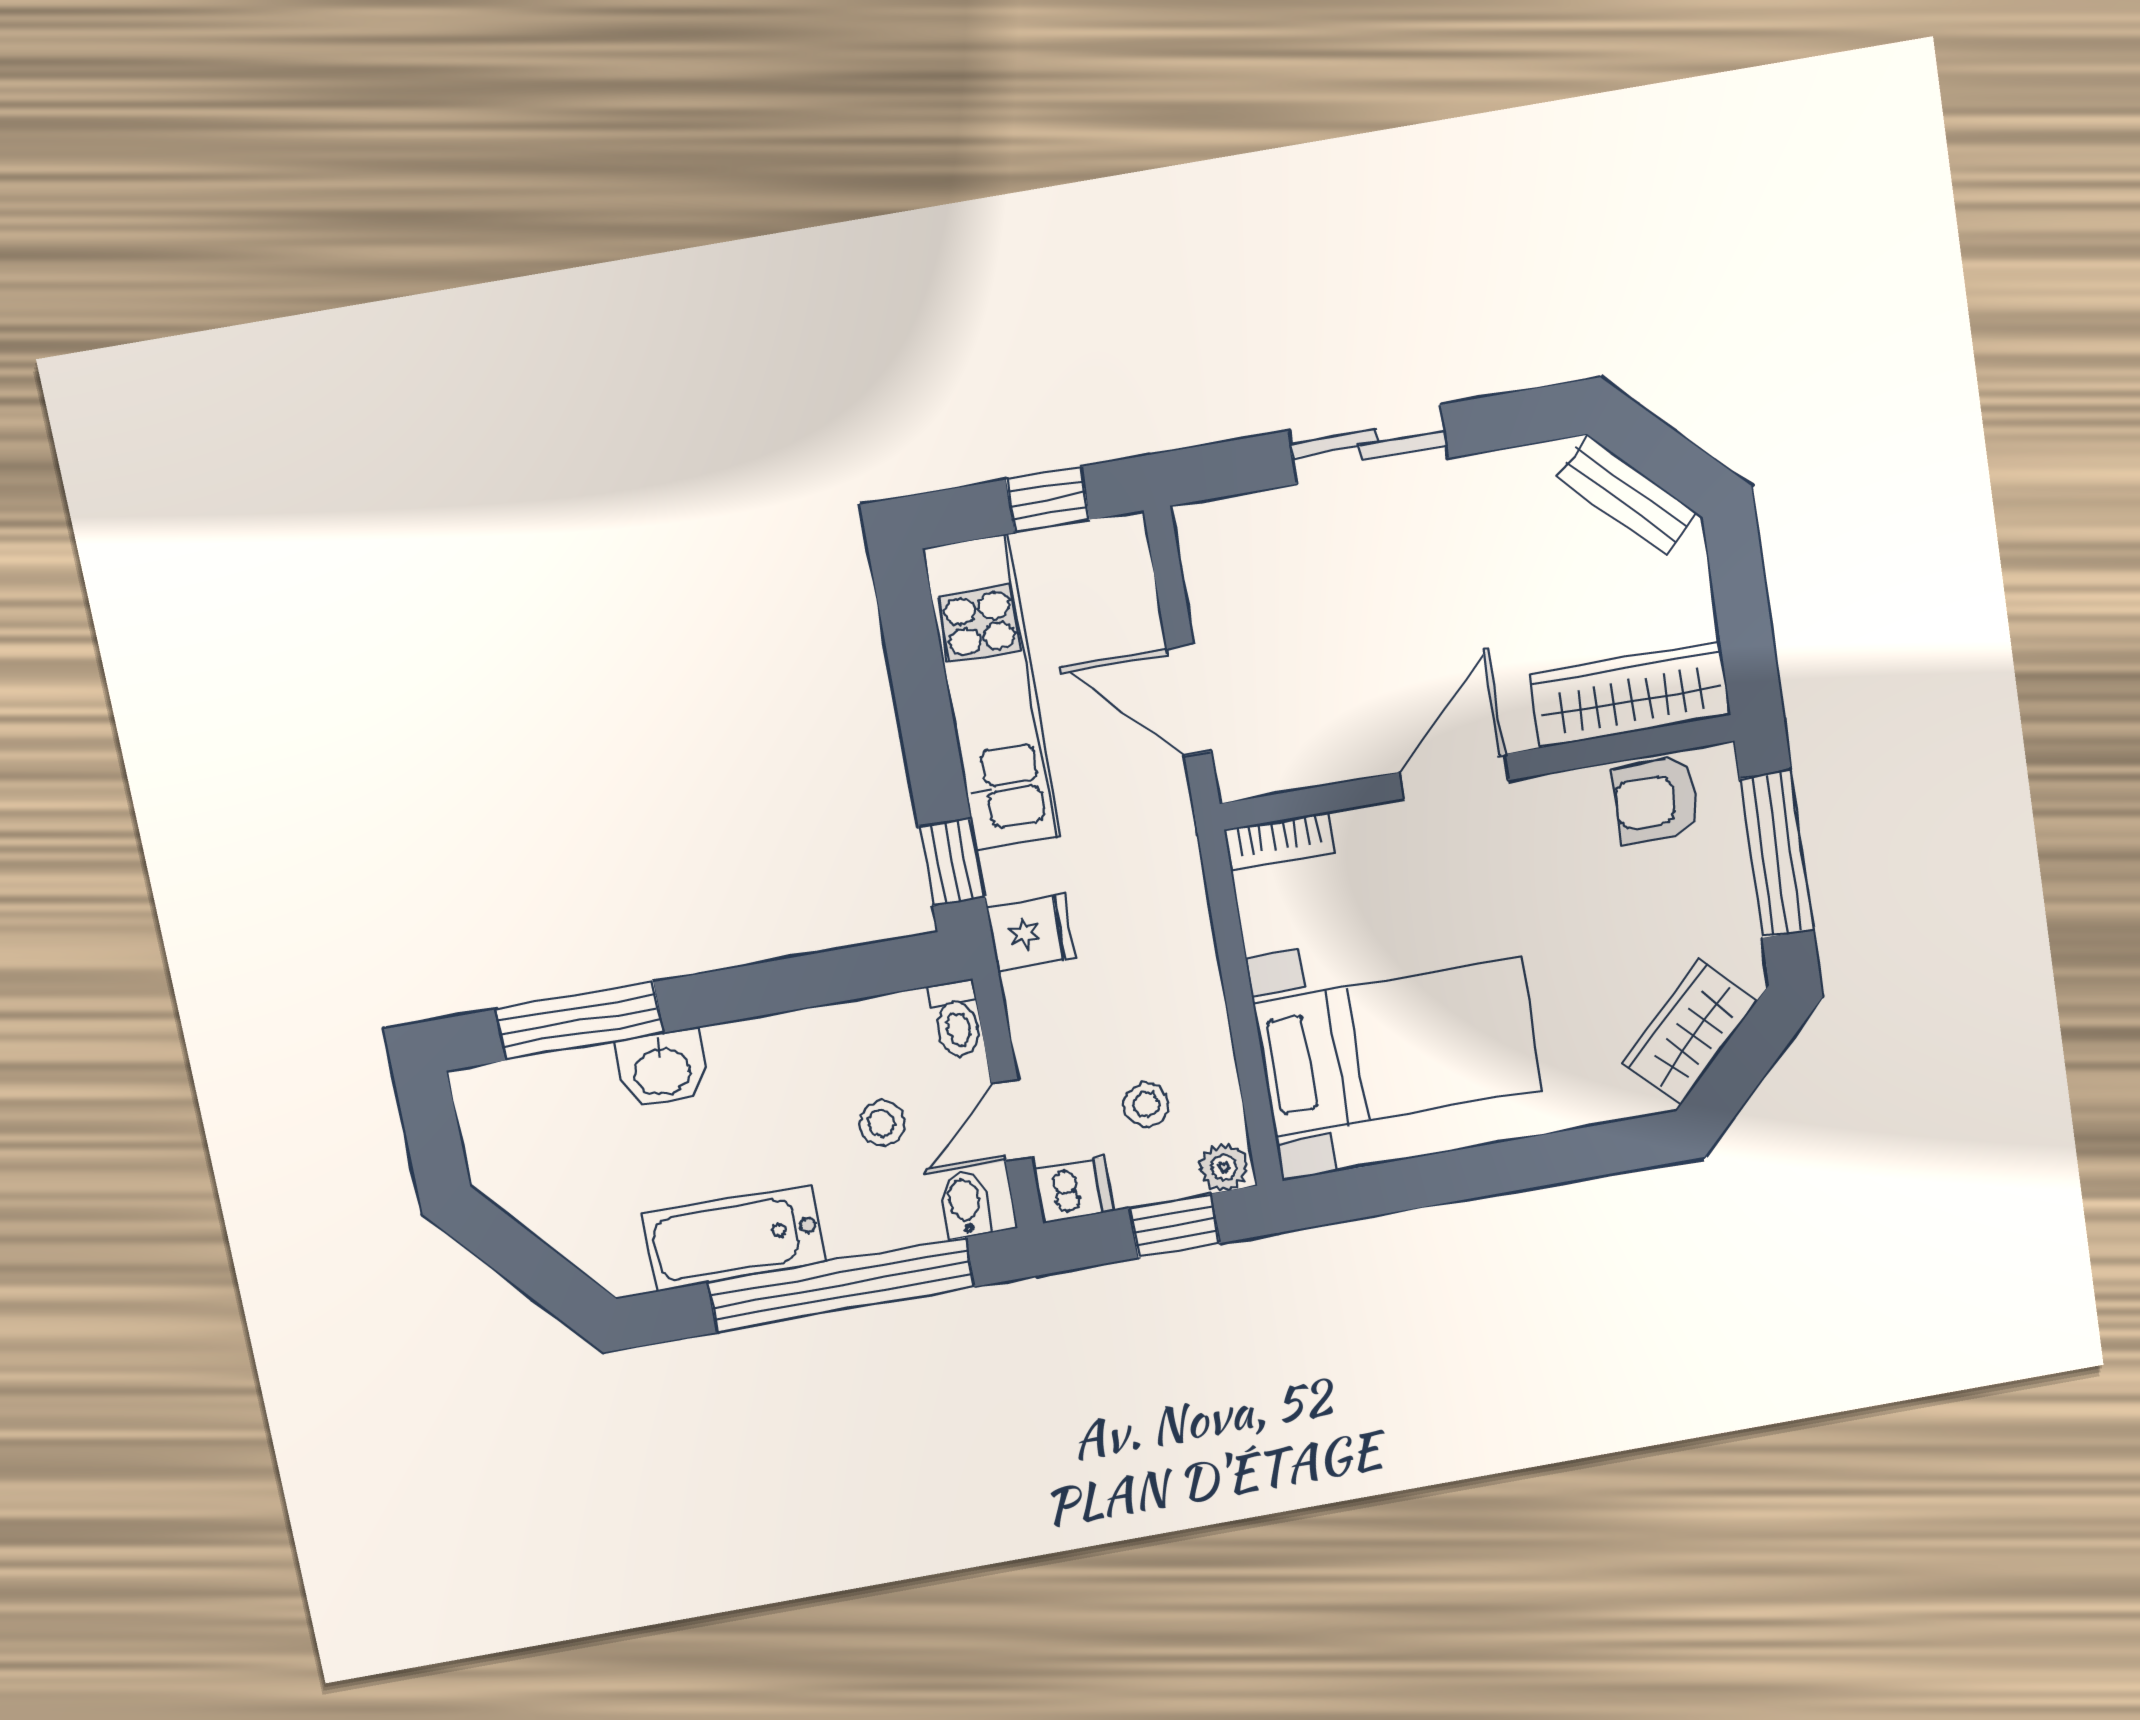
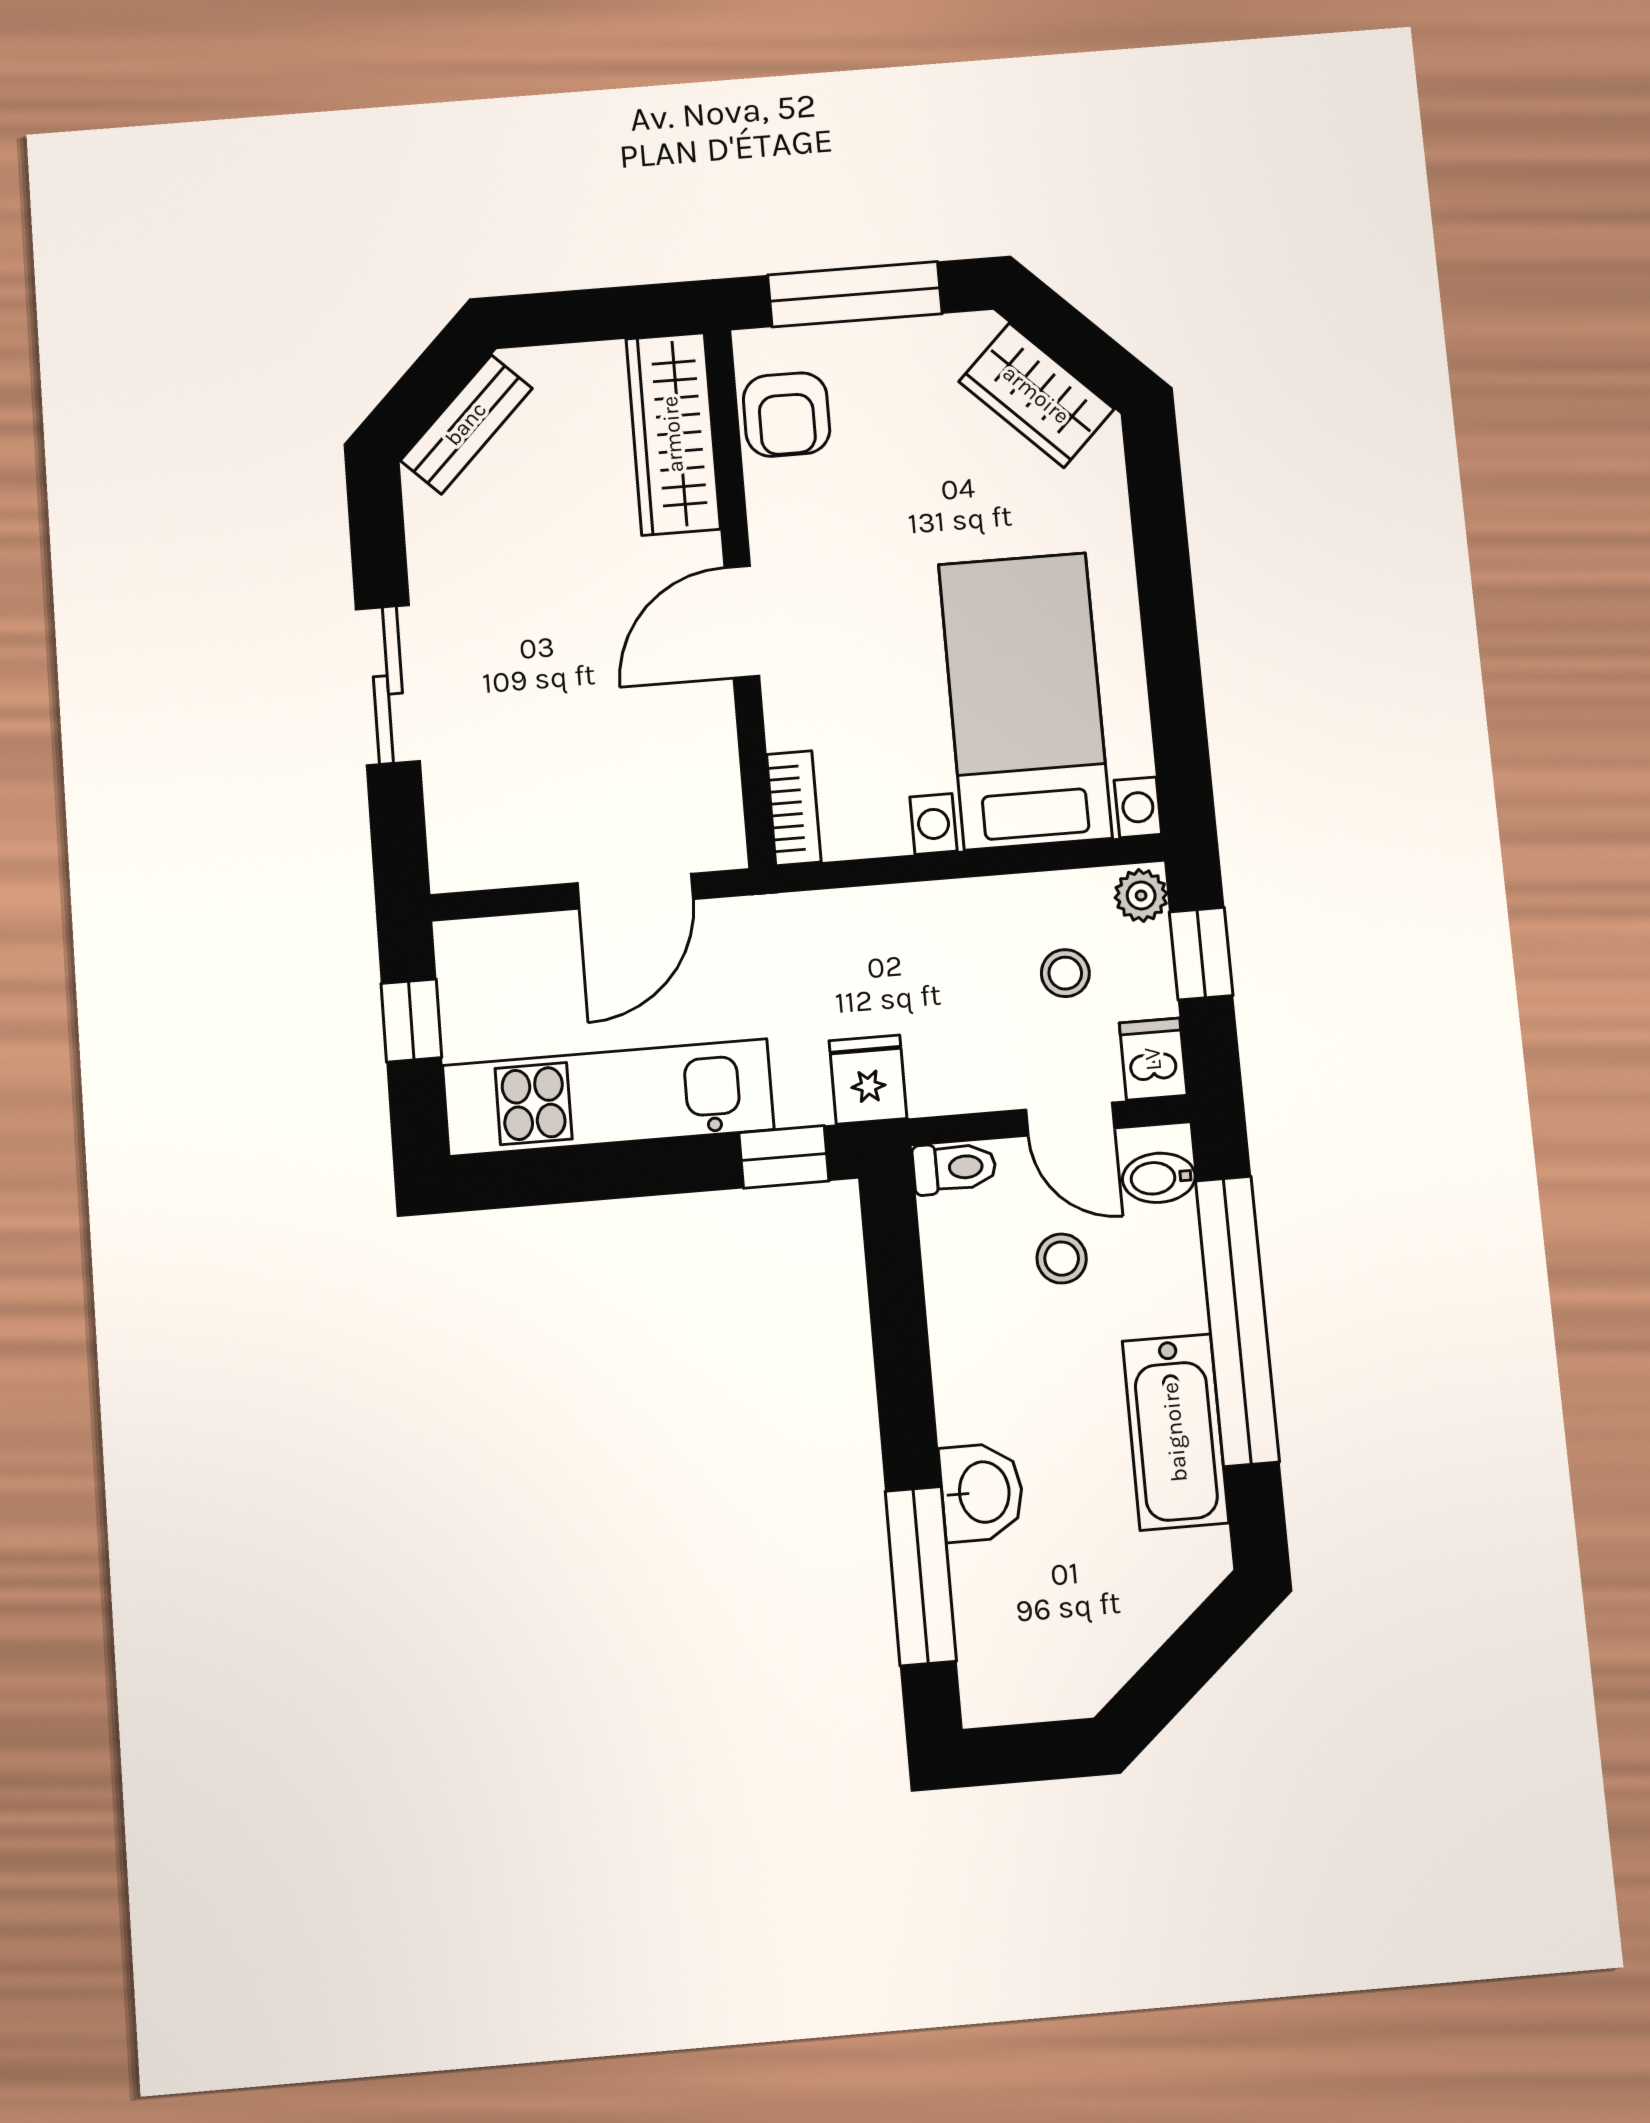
door: (1454, 776) -> (742, 622), hinge flipped

